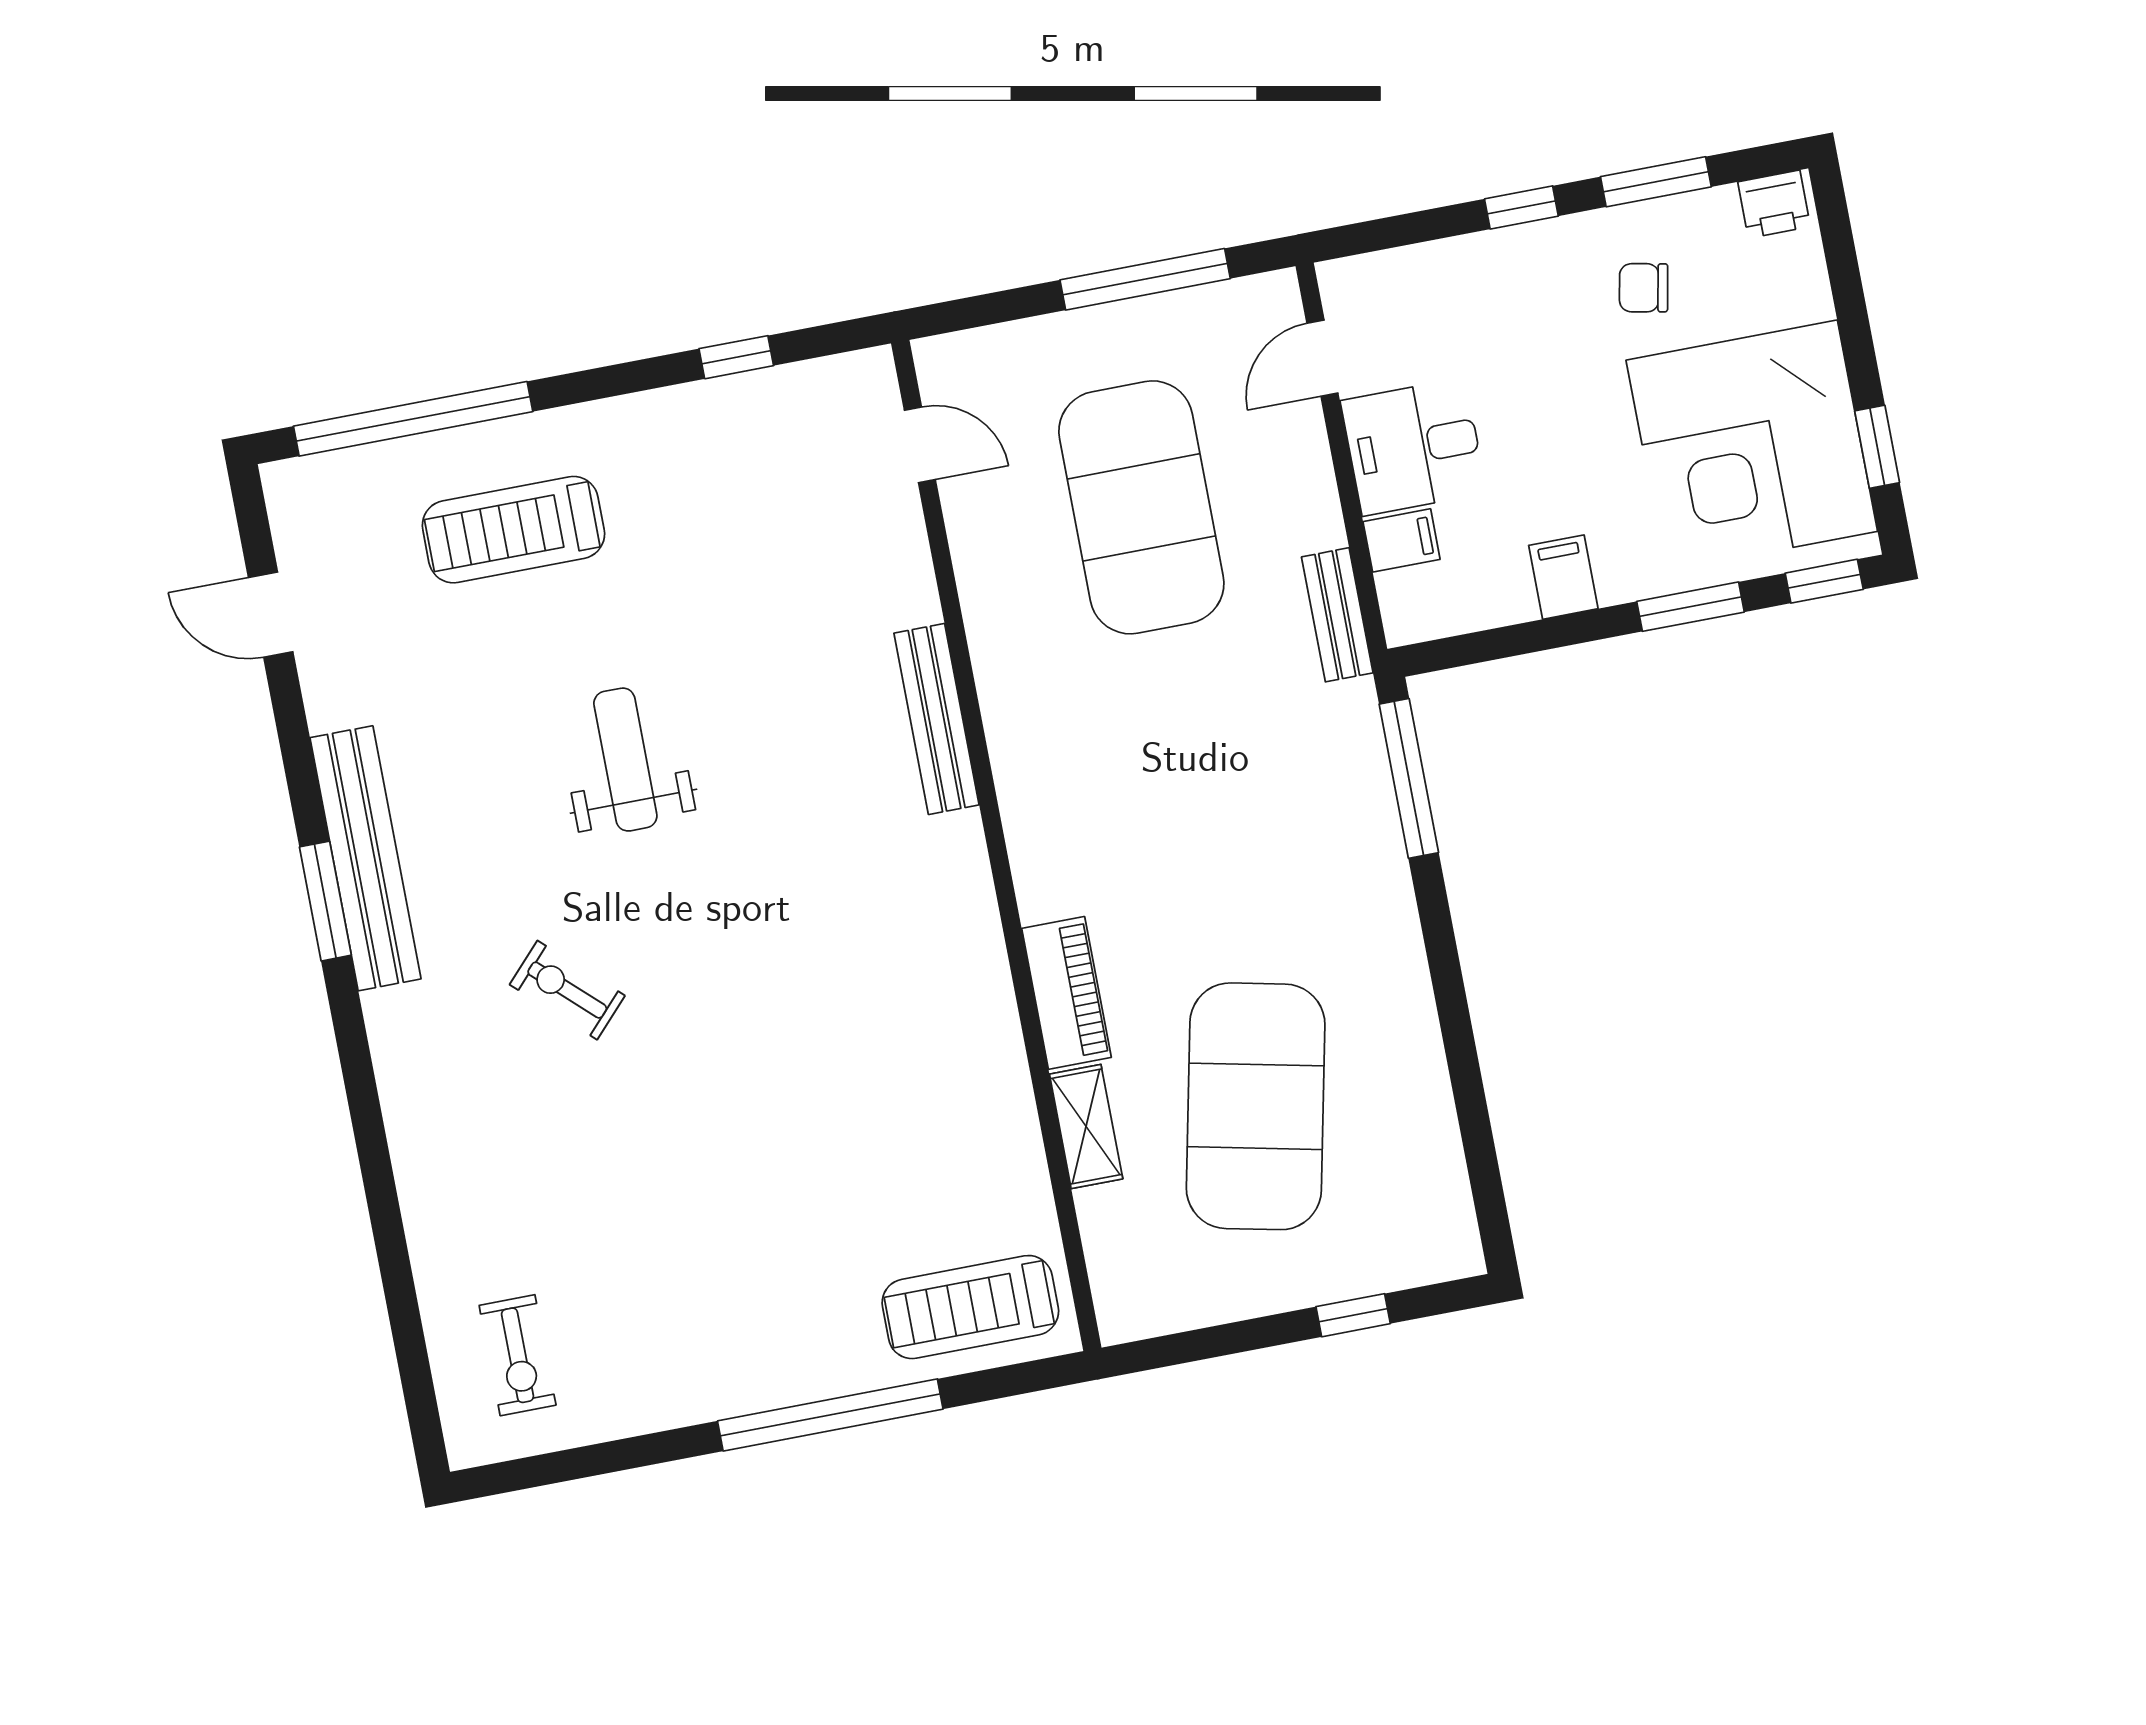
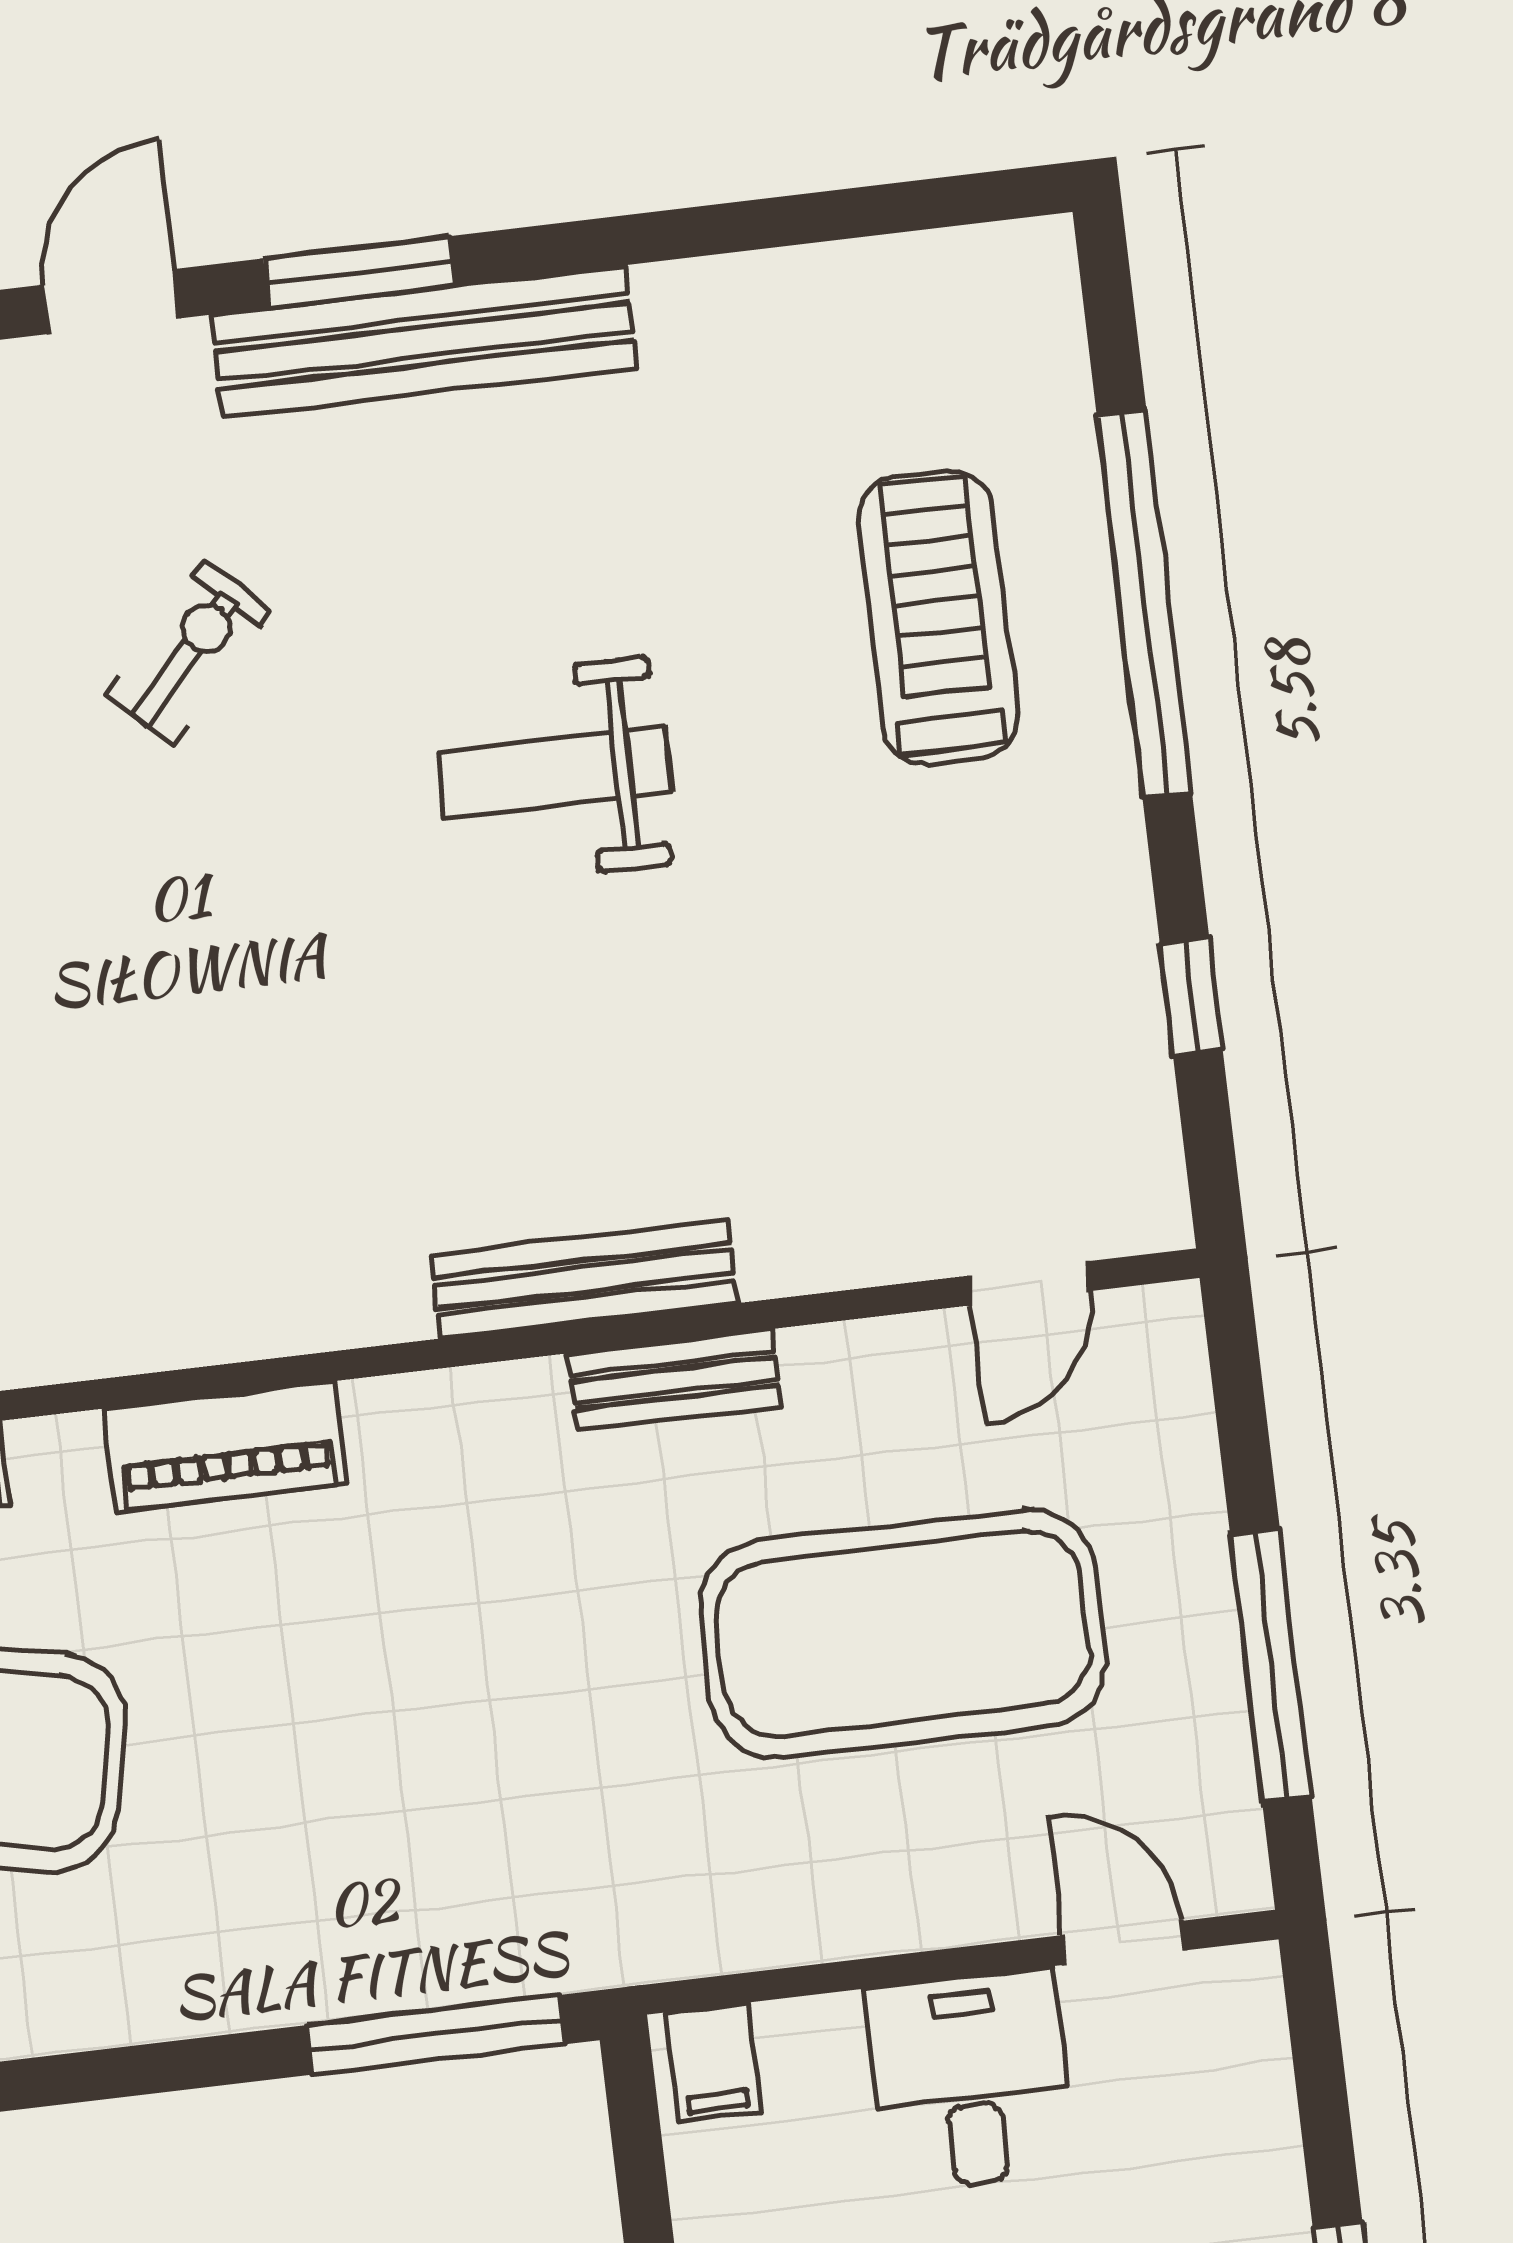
window: (413, 419) -> (1144, 604), moved
filing cabinet: (1402, 540) -> (714, 2063), moved
door: (271, 615) -> (112, 302), moved
bench: (1337, 615) -> (675, 1380), moved
weight bench: (625, 760) -> (554, 772), turned 180
piano: (1067, 993) -> (225, 1446), moved

